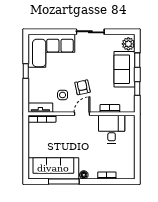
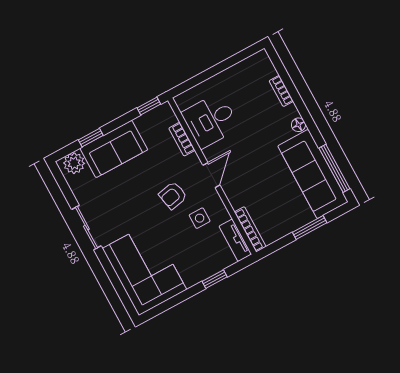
window: (26, 71) -> (215, 279), moved
window: (137, 89) -> (149, 106), moved
door: (82, 114) -> (211, 175), swing flipped
window: (26, 151) -> (310, 228), added
window: (64, 181) -> (334, 168), moved

